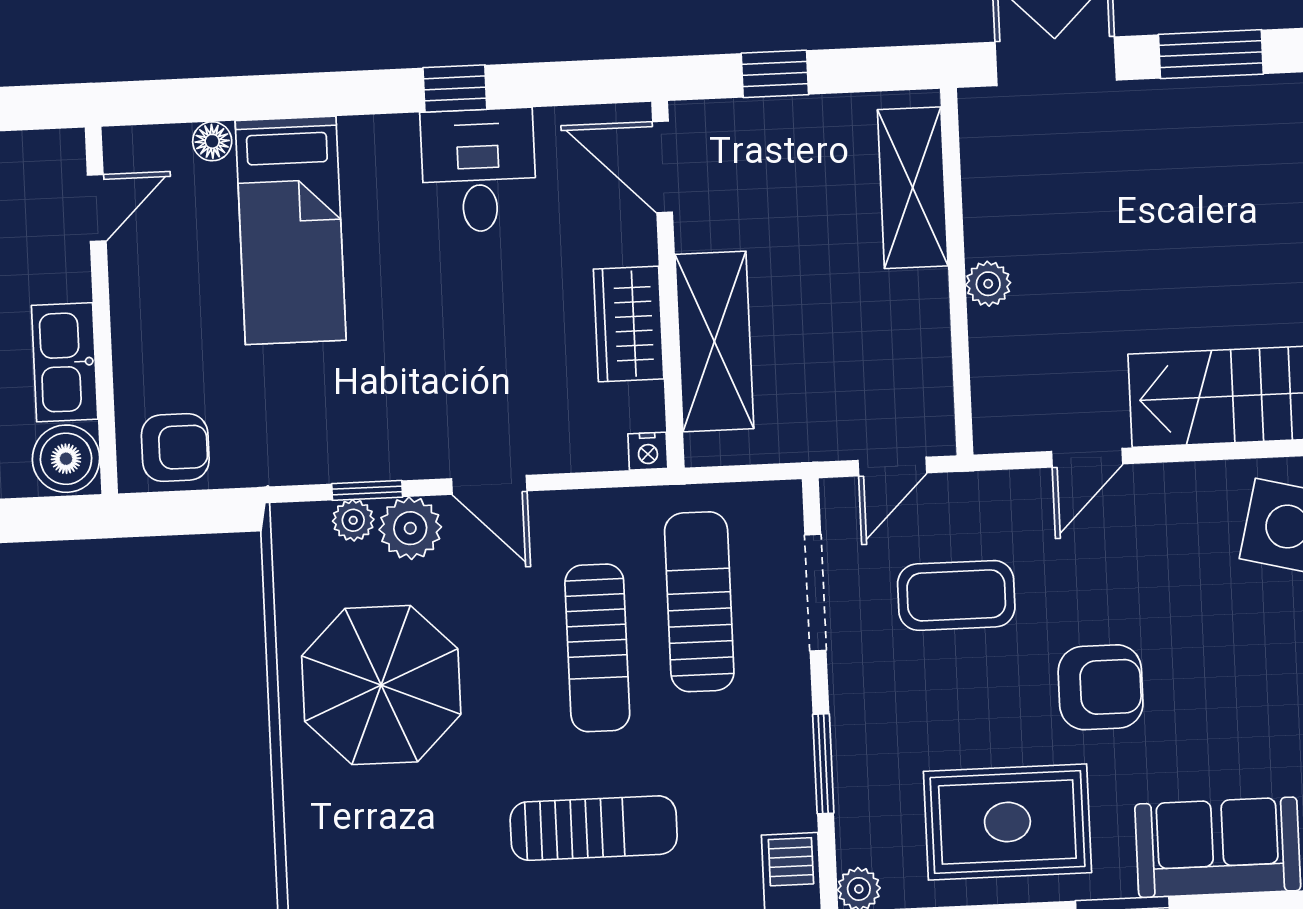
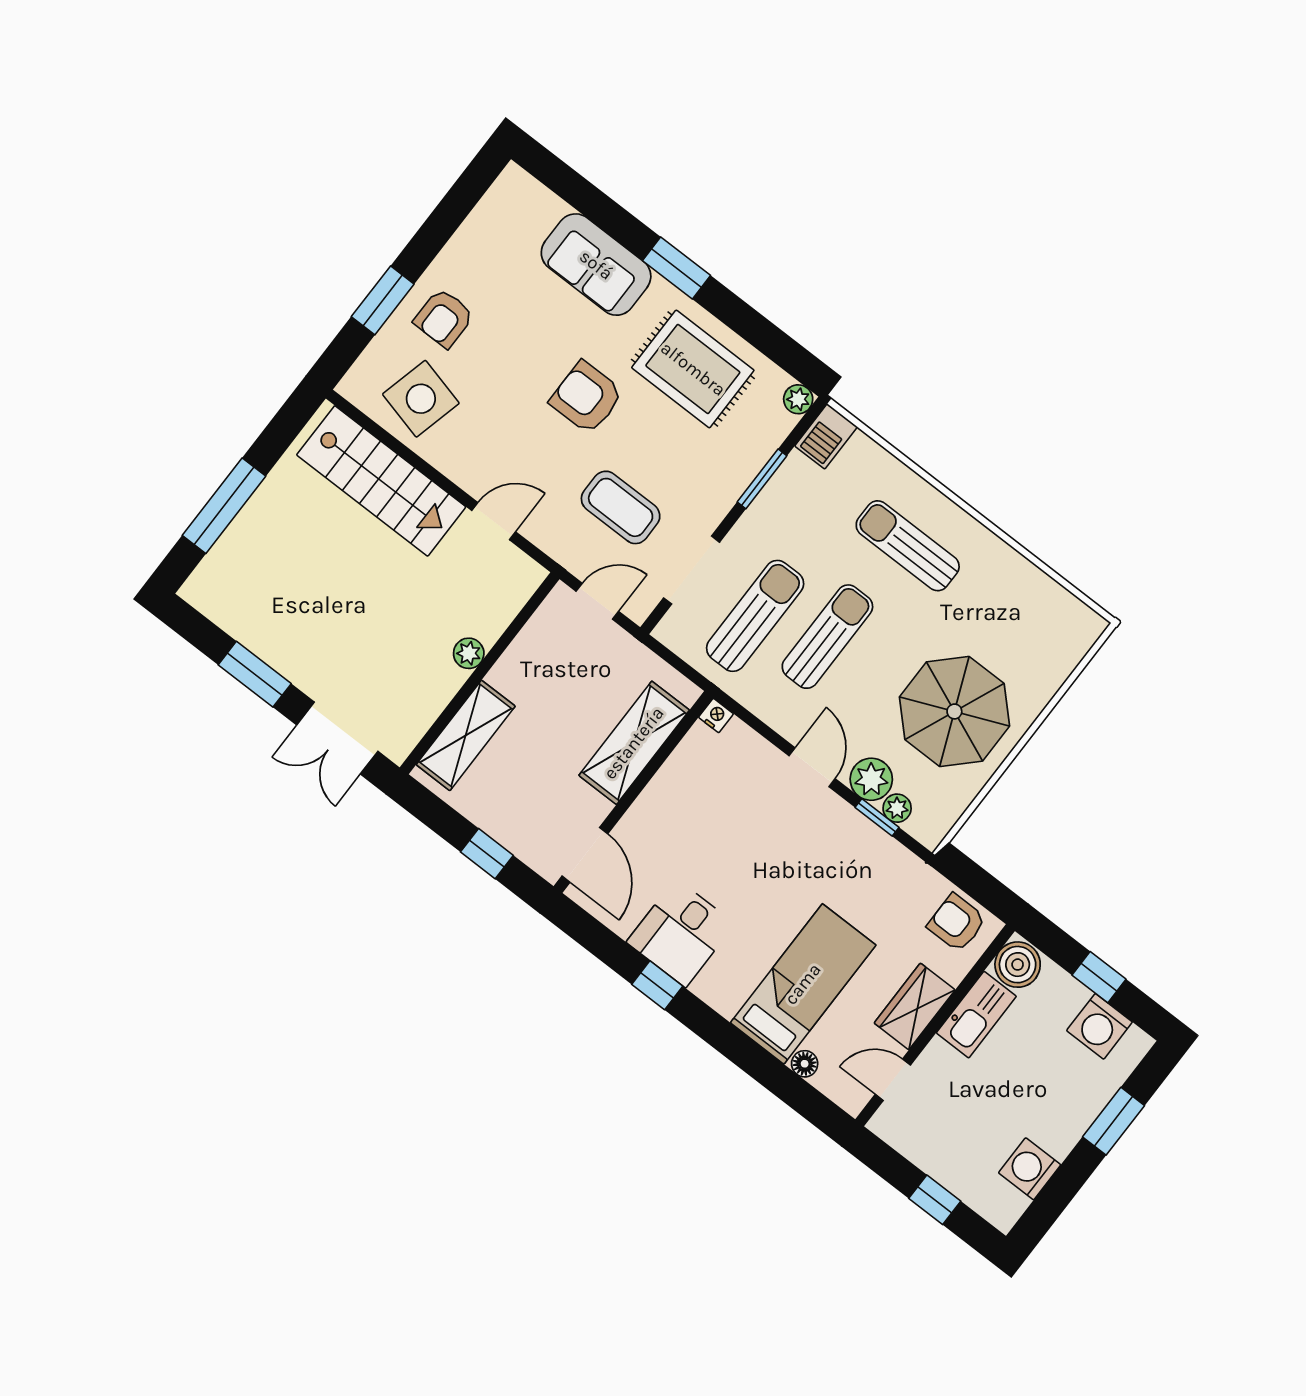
wardrobe: (629, 324) -> (915, 1006), moved, turned 180
sun lounger: (699, 602) -> (755, 616), turned 180

